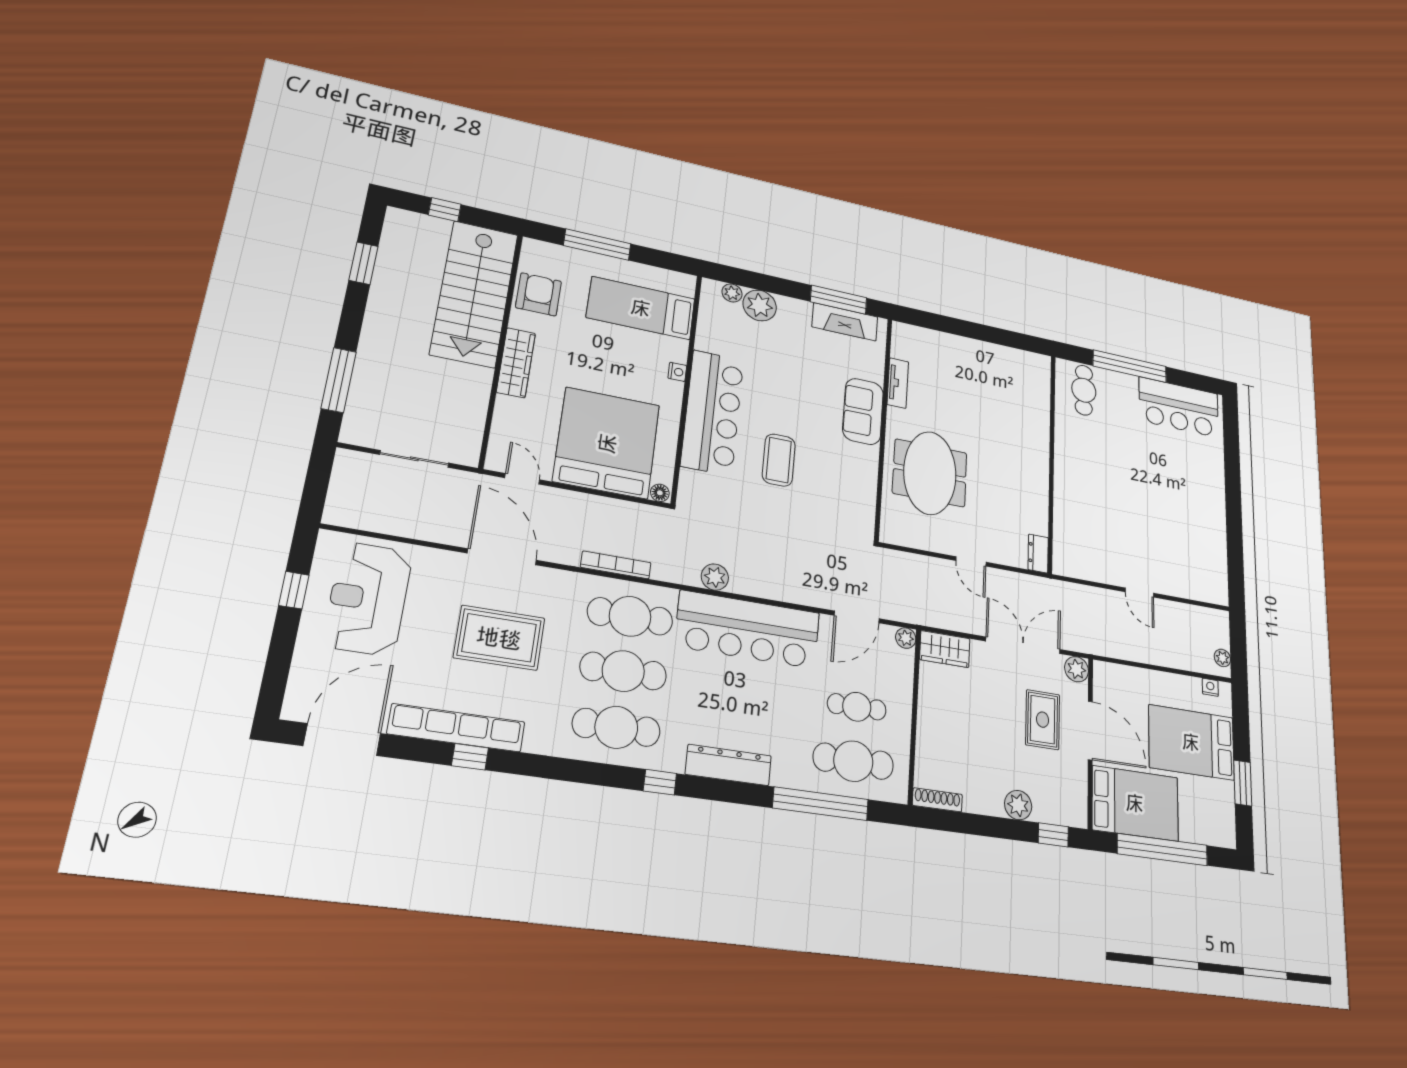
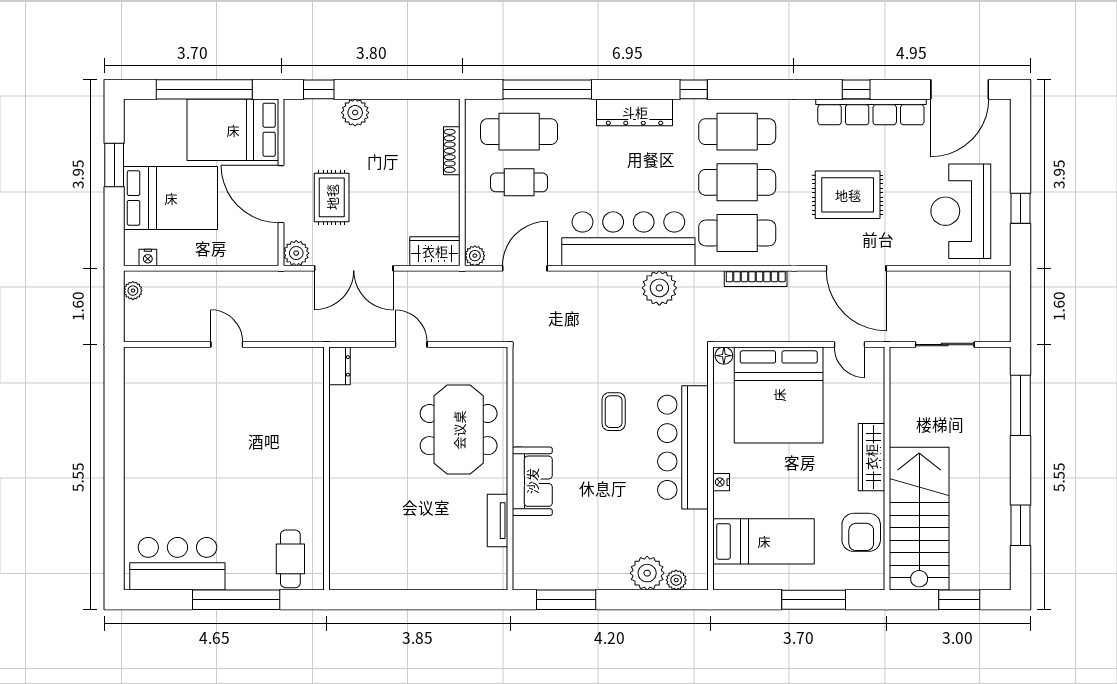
window: (445, 210) -> (959, 600), width x1.50
fireplace: (845, 322) -> (558, 576), removed
coffee table: (779, 460) -> (614, 412), width x0.73, depth x0.77
plant: (715, 577) -> (659, 288), width x1.36, depth x1.36
reception desk: (368, 599) -> (961, 211), turned 180
shoe rack: (937, 800) -> (452, 151), moved, turned 90

